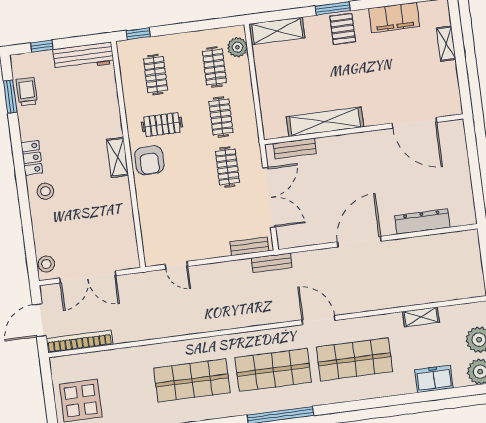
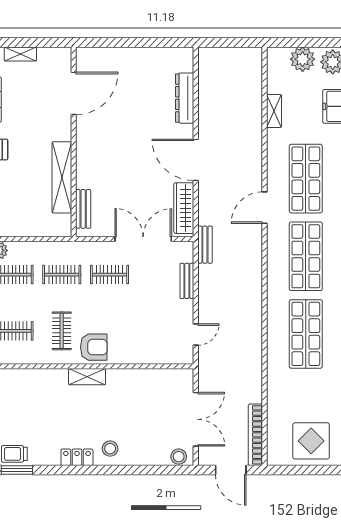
shelving: (325, 122) -> (62, 177), moved
door: (414, 123) -> (74, 93), moved
wall: (364, 129) -> (74, 142), moved
bench: (295, 148) -> (83, 209), moved
wardrobe: (307, 236) -> (184, 208), added
bench: (249, 246) -> (187, 281), moved

